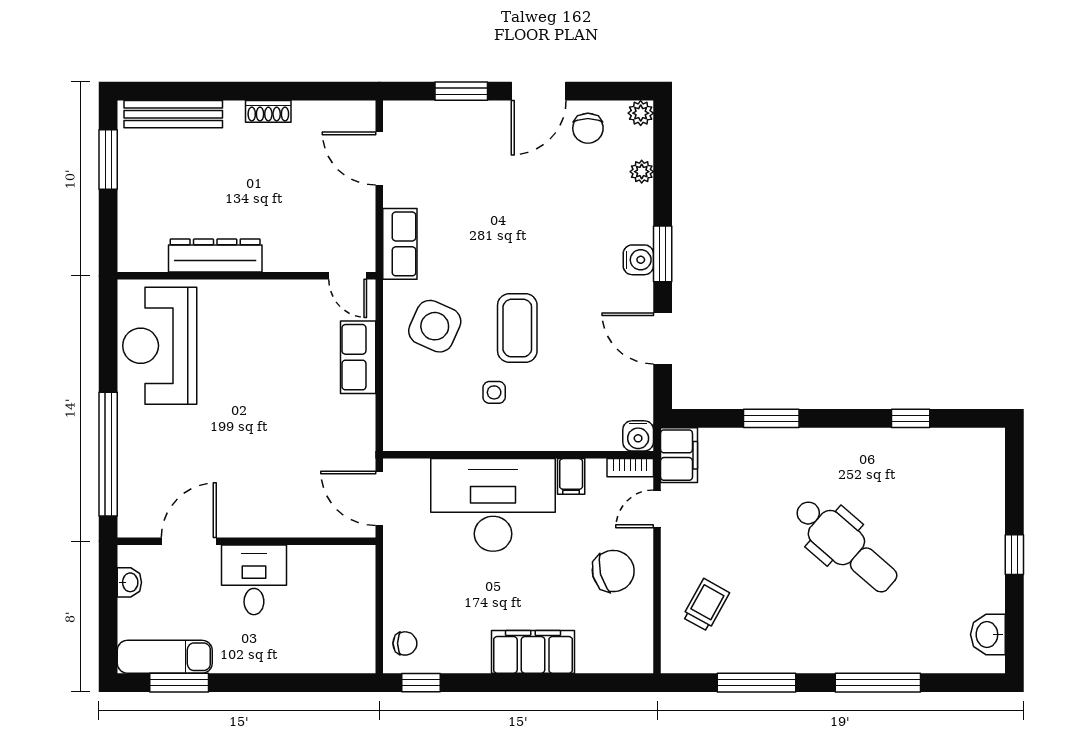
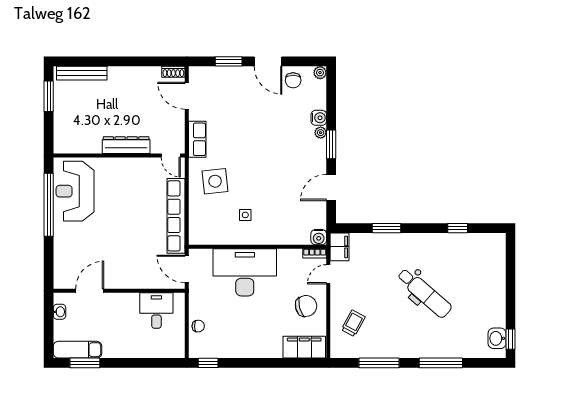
door: (539, 91) -> (268, 61), hinge flipped
shoe rack: (268, 111) -> (173, 72), moved
plant: (642, 172) -> (321, 133), moved
dresser: (215, 255) -> (126, 145), moved
water cooler: (638, 260) -> (319, 118), moved
side table: (435, 326) -> (215, 181), turned -30
coffee table: (517, 328) -> (257, 182), removed
door: (663, 338) -> (331, 187), hinge flipped
row of seats: (358, 357) -> (176, 216), width x2.02
window: (108, 454) -> (49, 205), moved
filing cabinet: (571, 476) -> (285, 258), removed
window: (1014, 555) -> (510, 339), moved
desk: (254, 580) -> (156, 311), moved
chair: (405, 643) -> (198, 326), moved
filing cabinet: (533, 652) -> (304, 347), moved

